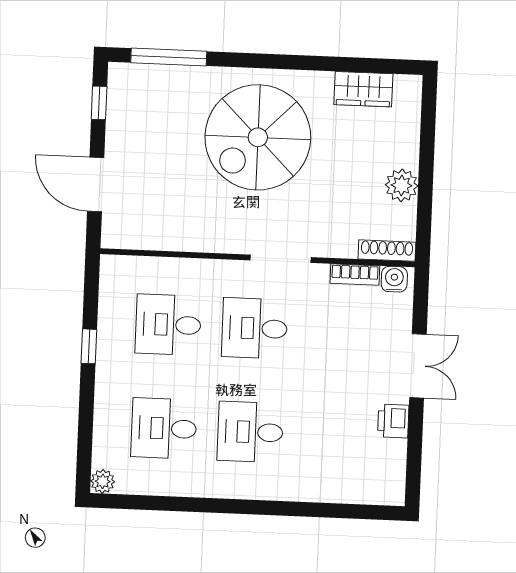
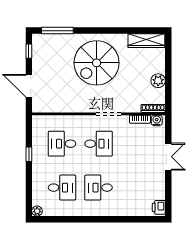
wardrobe: (363, 89) -> (146, 41), width x1.50
desk: (255, 328) -> (99, 144), turned 180
printer: (393, 421) -> (159, 207), moved
desk: (164, 428) -> (62, 188), turned 180

